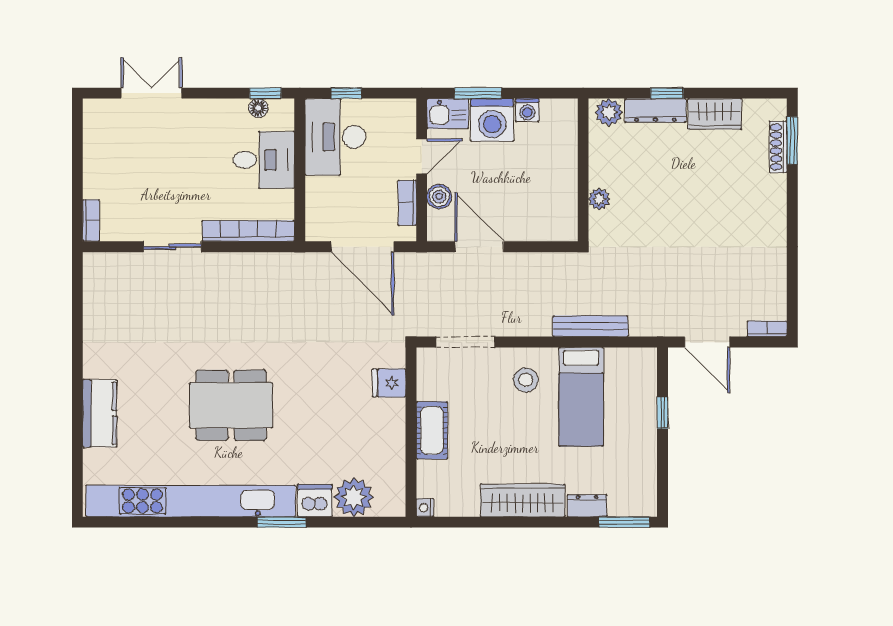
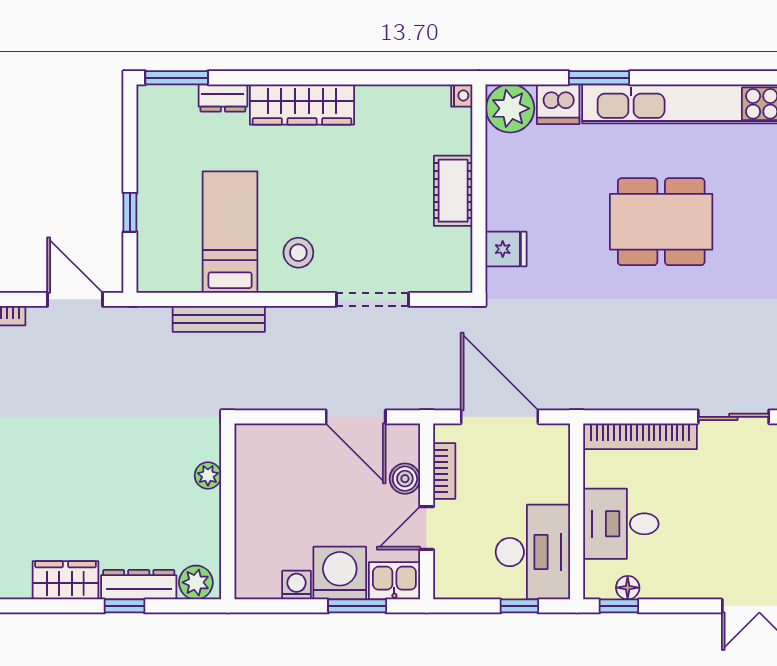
fridge: (389, 383) -> (506, 249), moved
cot: (432, 430) -> (453, 191), moved
wall: (411, 432) -> (479, 189), moved
nightstand: (425, 508) -> (462, 95), moved

